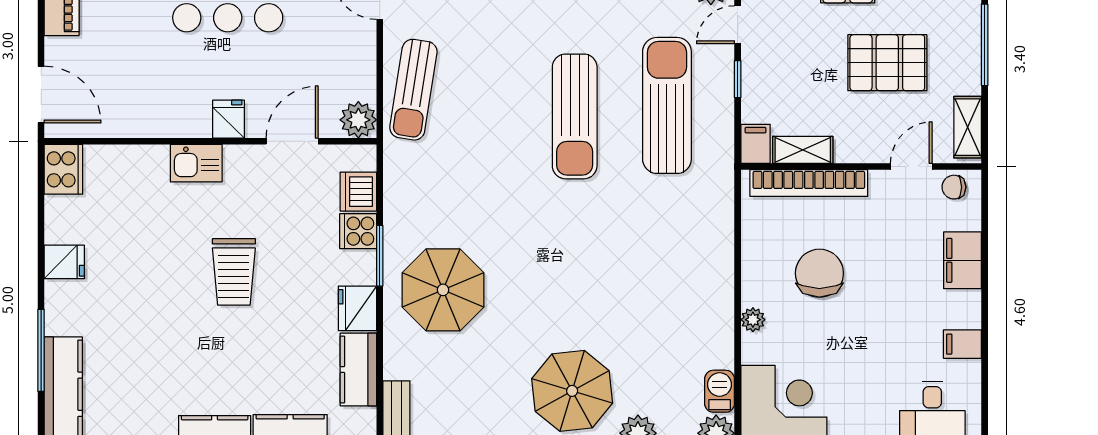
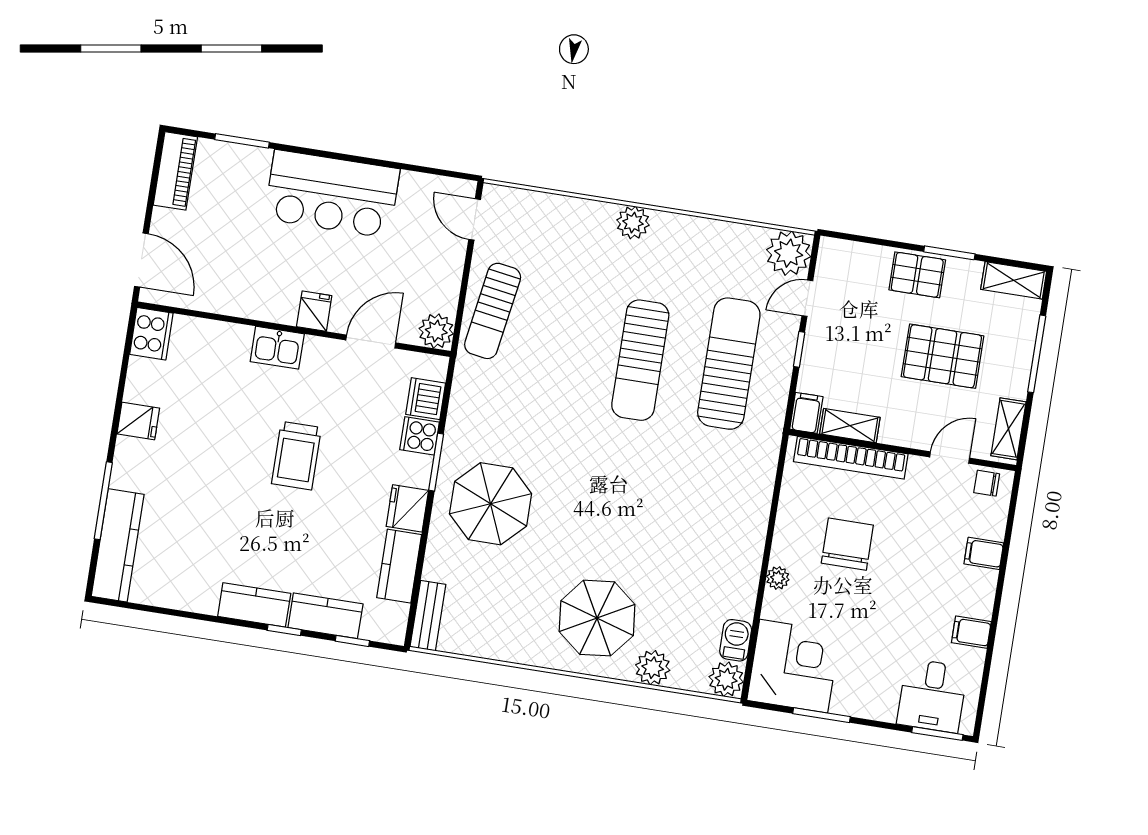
filing cabinet: (963, 260) -> (984, 553), width x0.50

